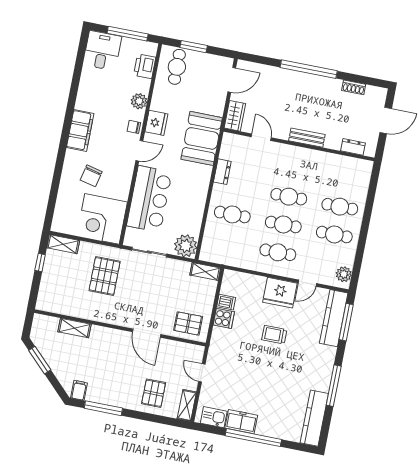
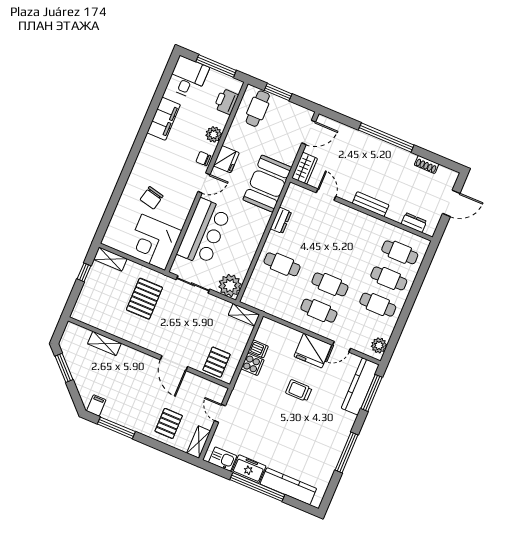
filing cabinet: (80, 130) -> (164, 119), moved
cafe table: (289, 197) -> (400, 252), moved
pallet: (188, 323) -> (217, 362), turned 90
kitchen counter: (314, 418) -> (288, 486), moved, turned 90

